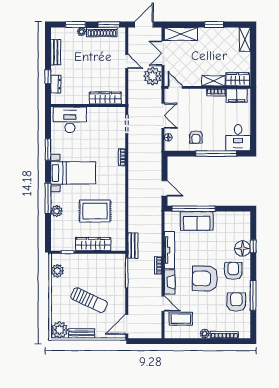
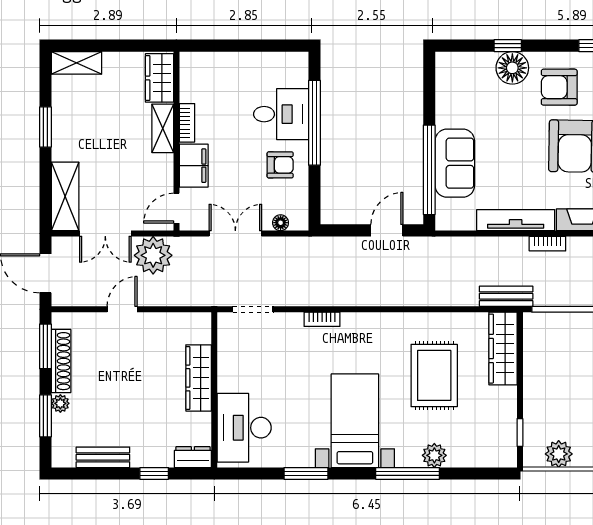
dresser: (56, 84) -> (193, 457), moved
filing cabinet: (237, 96) -> (194, 166), moved
wardrobe: (105, 98) -> (199, 378), moved
desk: (238, 138) -> (281, 114), moved
wardrobe: (93, 244) -> (503, 349), moved

